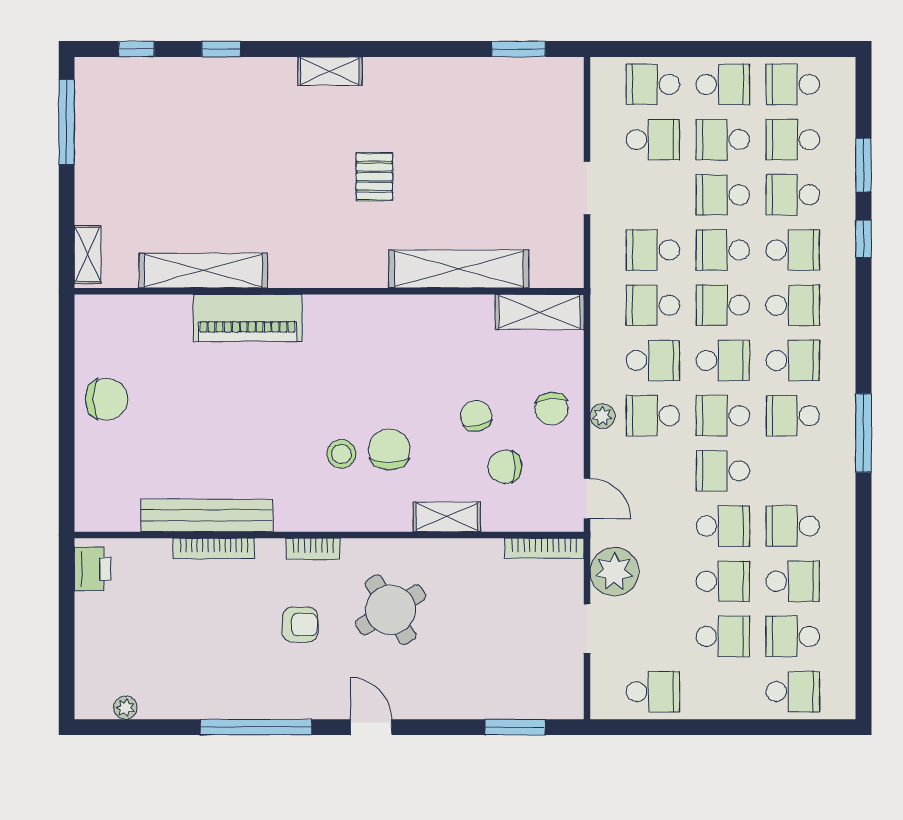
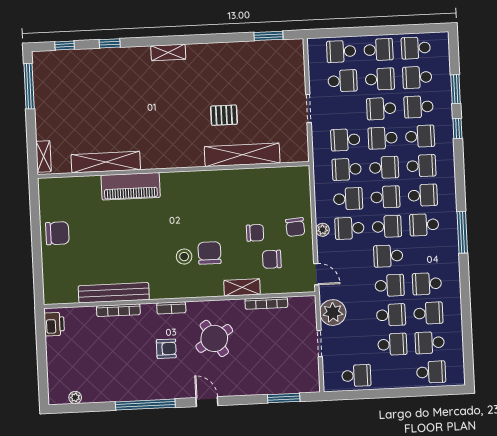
school desk: (723, 140) -> (380, 79), turned 180
pallet: (374, 177) -> (224, 115), moved, turned 90
school desk: (723, 305) -> (384, 168), turned 180
shelving: (540, 312) -> (286, 176), removed
chair: (476, 416) -> (255, 233), turned 102
school desk: (723, 416) -> (387, 226), turned 180
bookcase: (544, 548) -> (266, 303), moved

